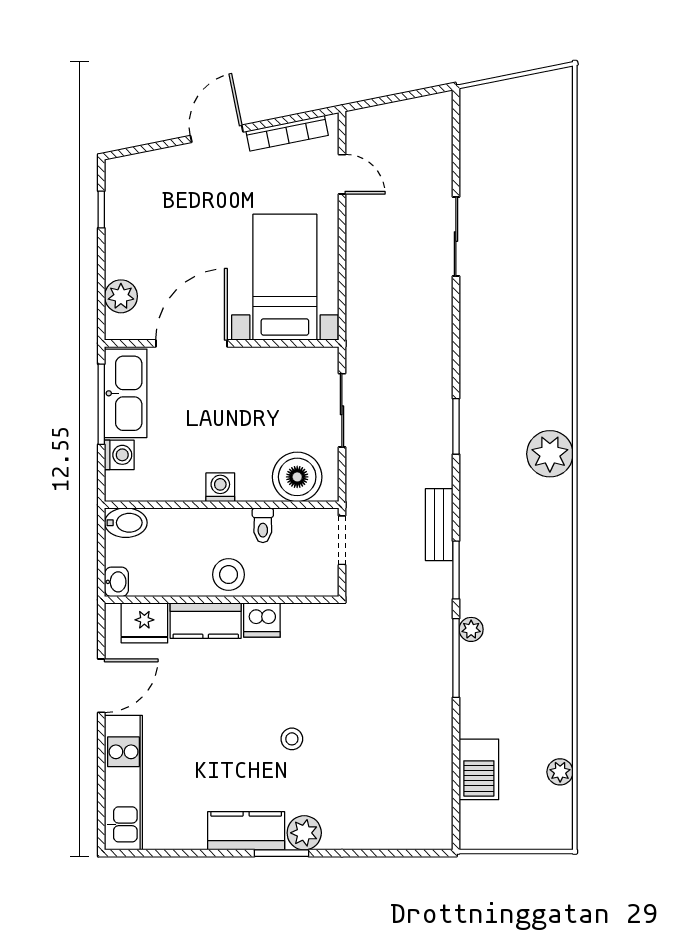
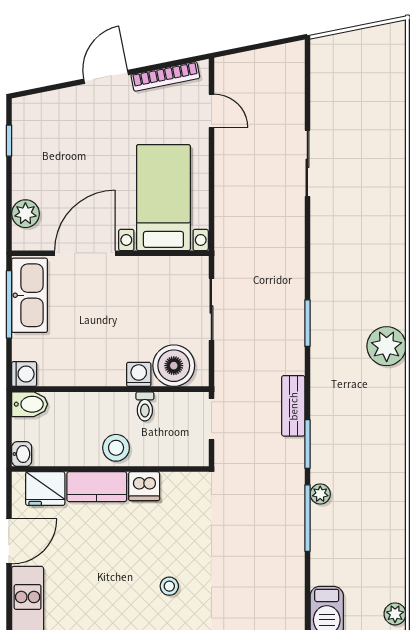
washing machine: (119, 455) -> (24, 374), moved
washing machine: (220, 487) -> (139, 374), moved

